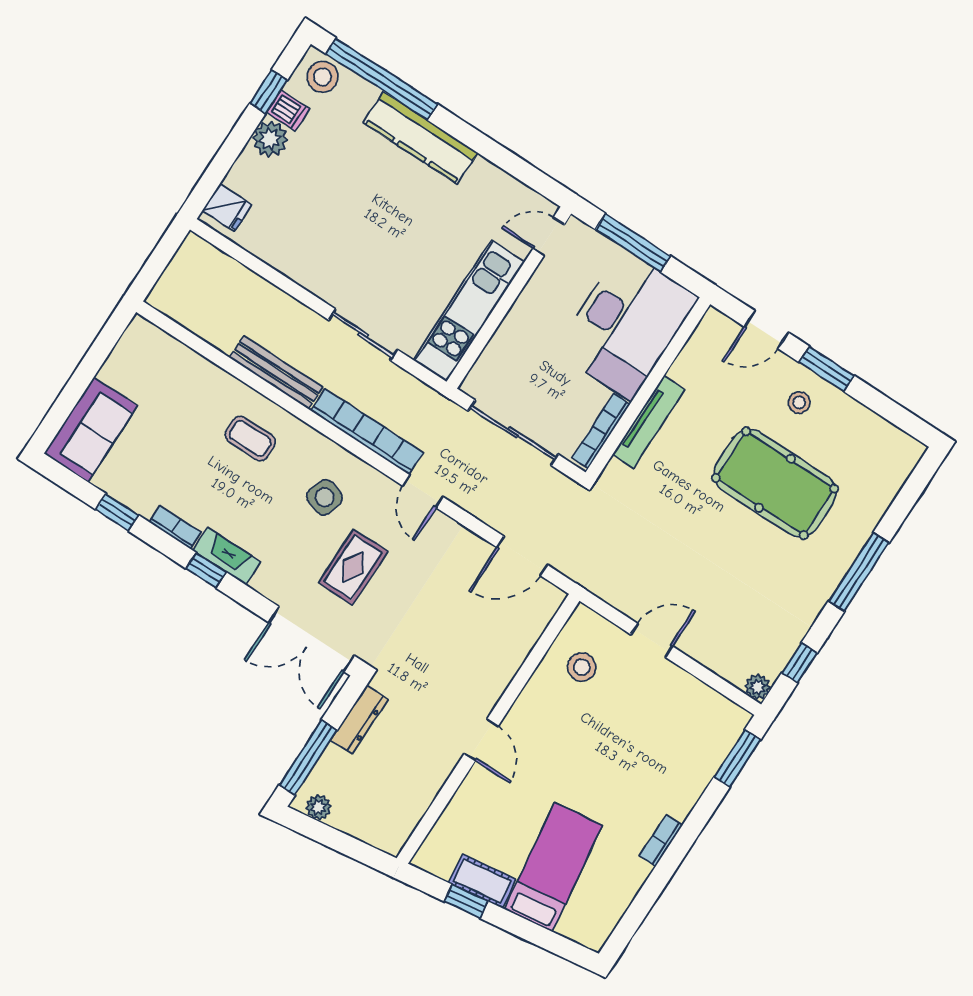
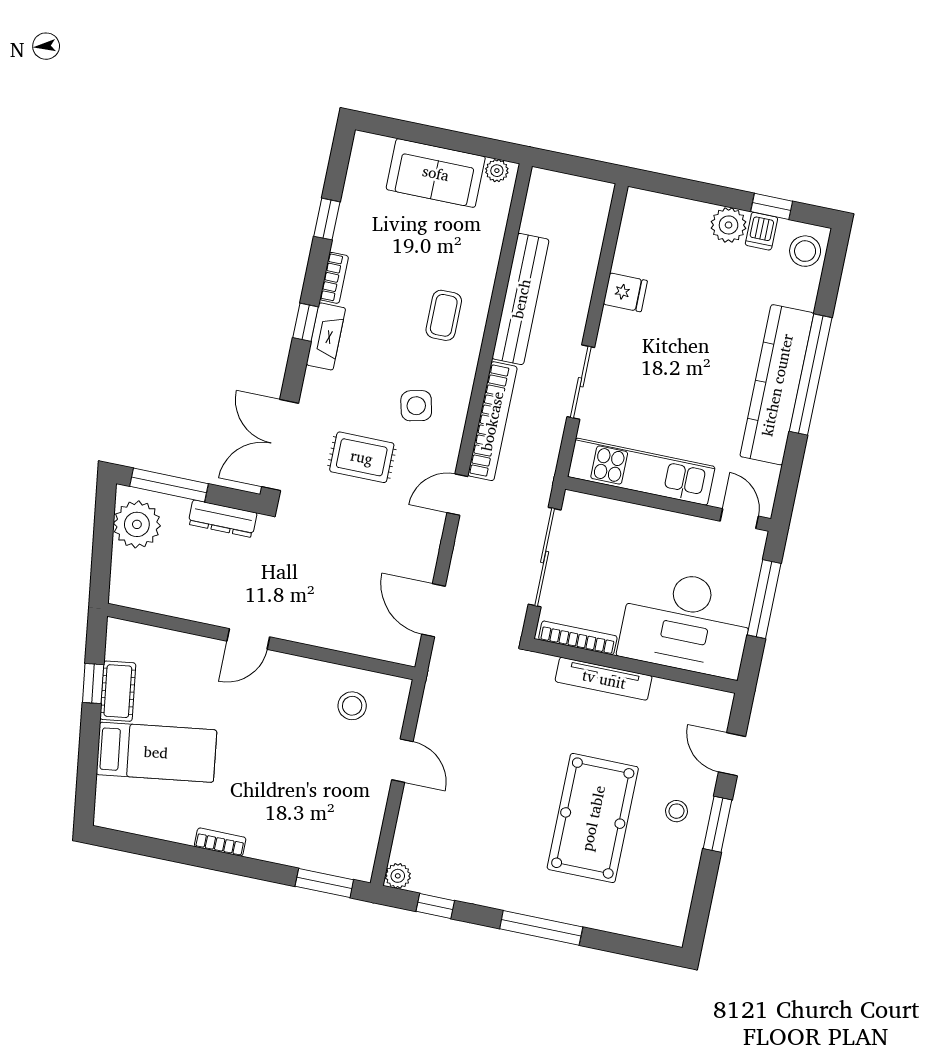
window: (382, 79) -> (811, 375), moved
kitchen counter: (421, 138) -> (777, 385), width x1.39, depth x1.17
fridge: (227, 208) -> (625, 292), moved, turned -90
plant: (134, 336) -> (497, 171), added
bench: (276, 372) -> (521, 299), width x1.37, depth x1.21
sofa: (91, 430) -> (436, 173), moved
side table: (325, 497) -> (416, 406), turned -31
plant: (318, 807) -> (137, 524), width x1.88, depth x1.88

